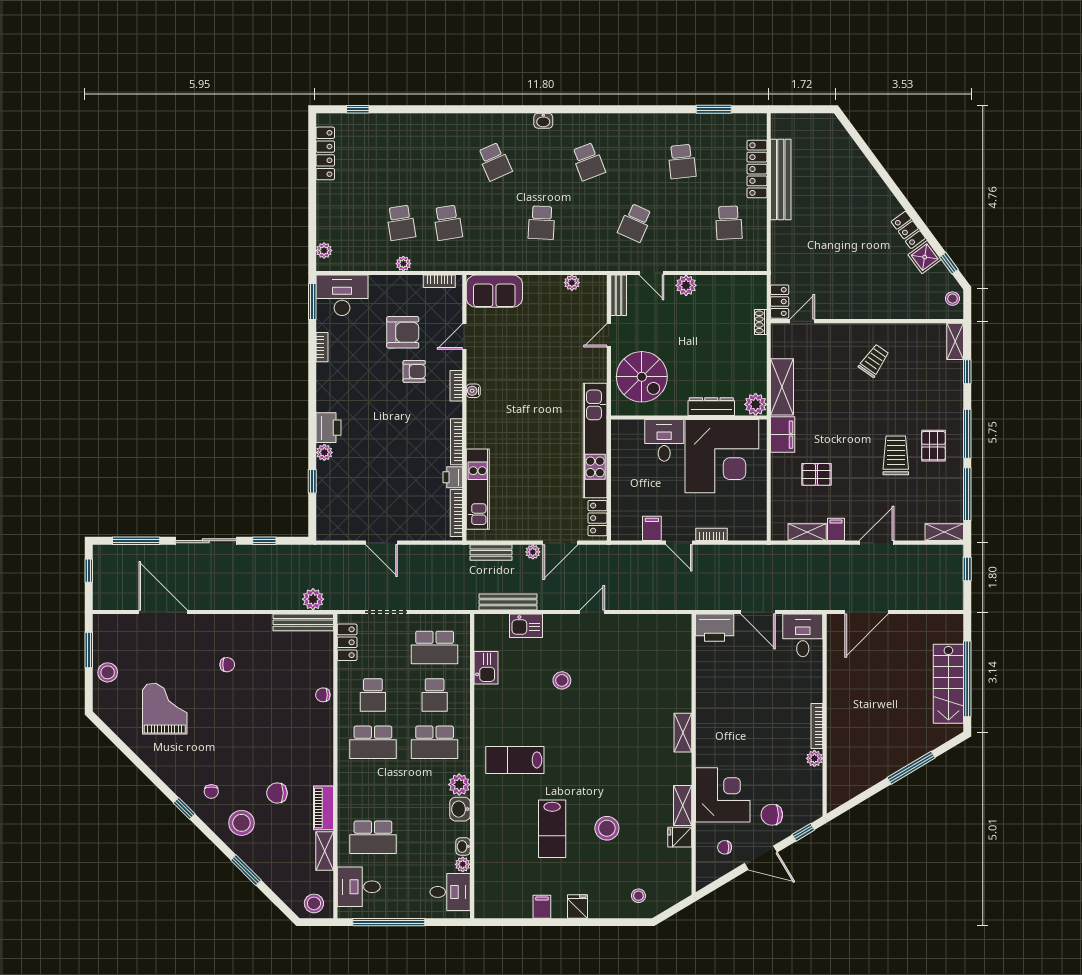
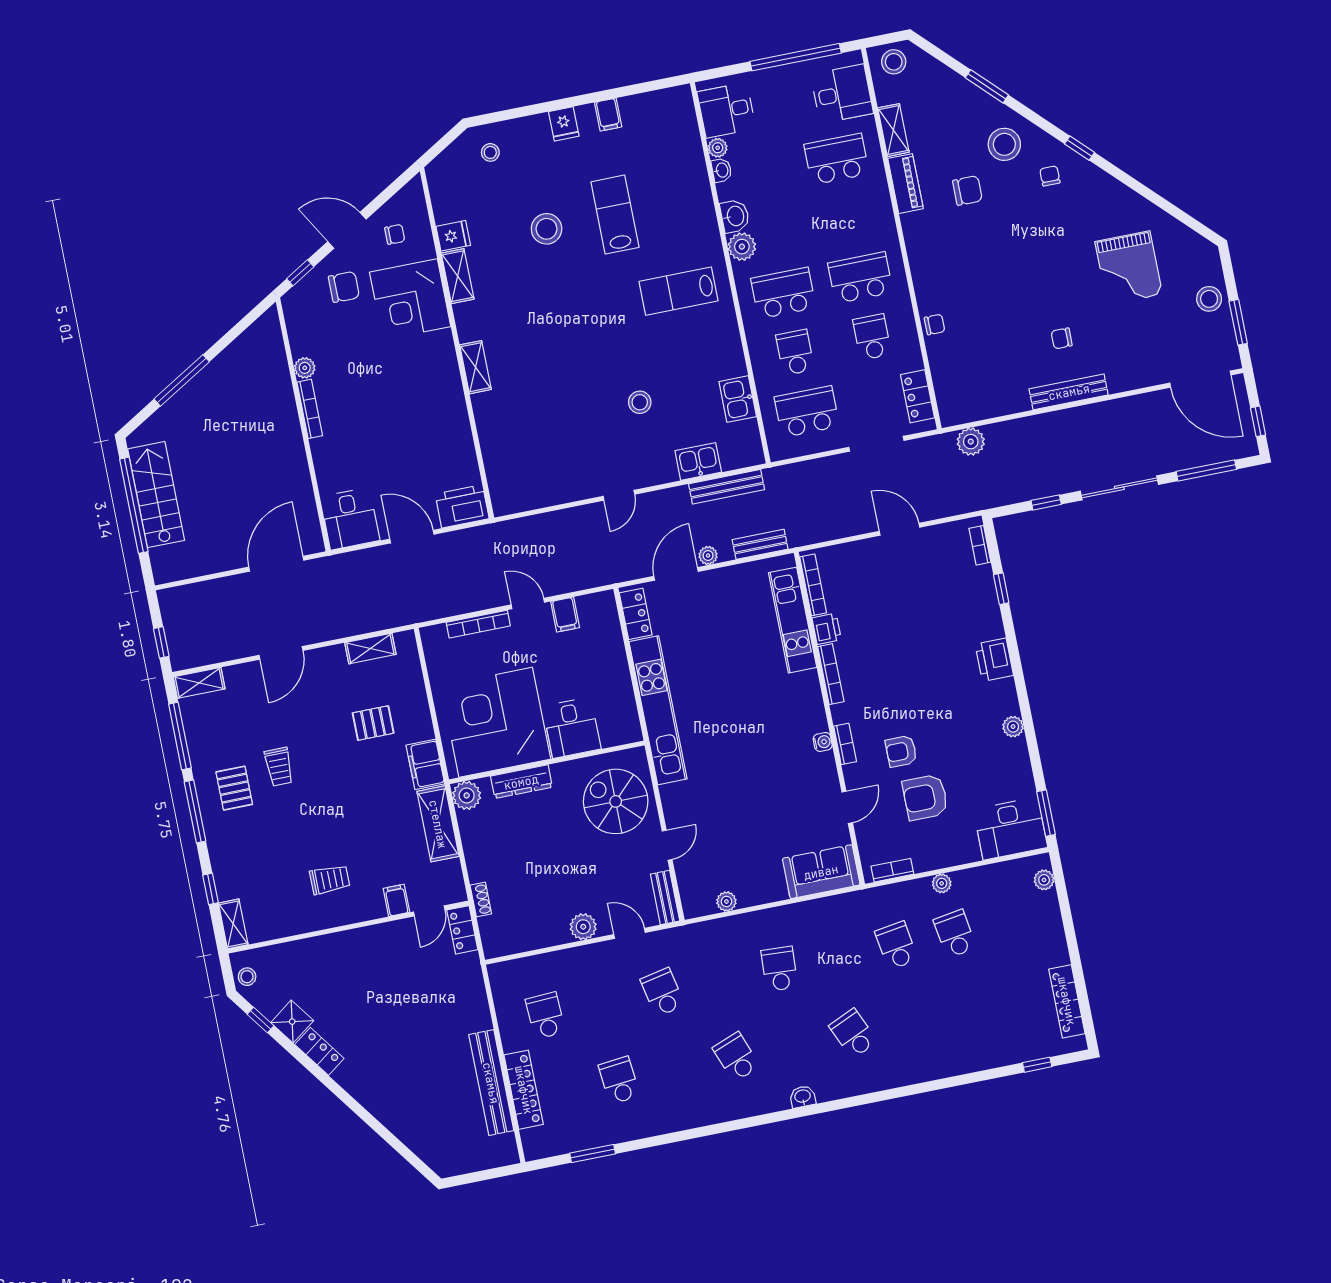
school desk: (635, 223) -> (662, 992), turned -36
bookcase: (322, 347) -> (980, 545), moved
trolley: (874, 361) -> (330, 880), turned -125
plant: (324, 452) -> (1013, 727), moved
trolley: (896, 455) -> (279, 767), width x0.73, depth x0.72
filing cabinet: (836, 529) -> (396, 900), moved, turned 180
bookcase: (711, 534) -> (478, 624), width x1.56
door: (163, 612) -> (1200, 379), moved
bench: (303, 622) -> (1069, 392), moved
lab bench: (515, 760) -> (678, 291), turned 180

